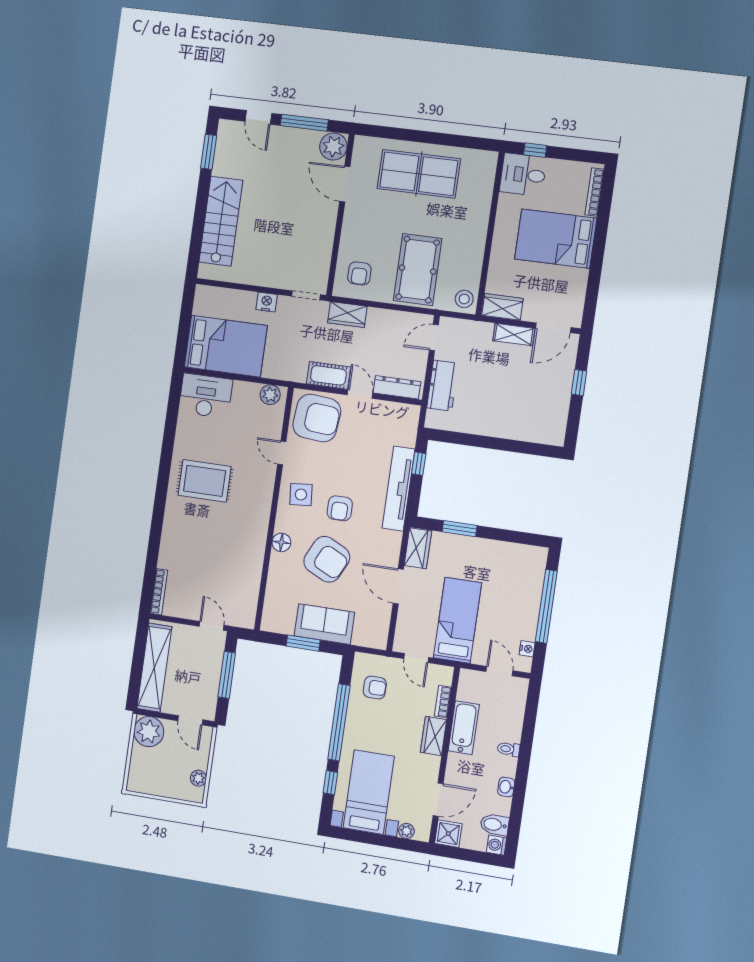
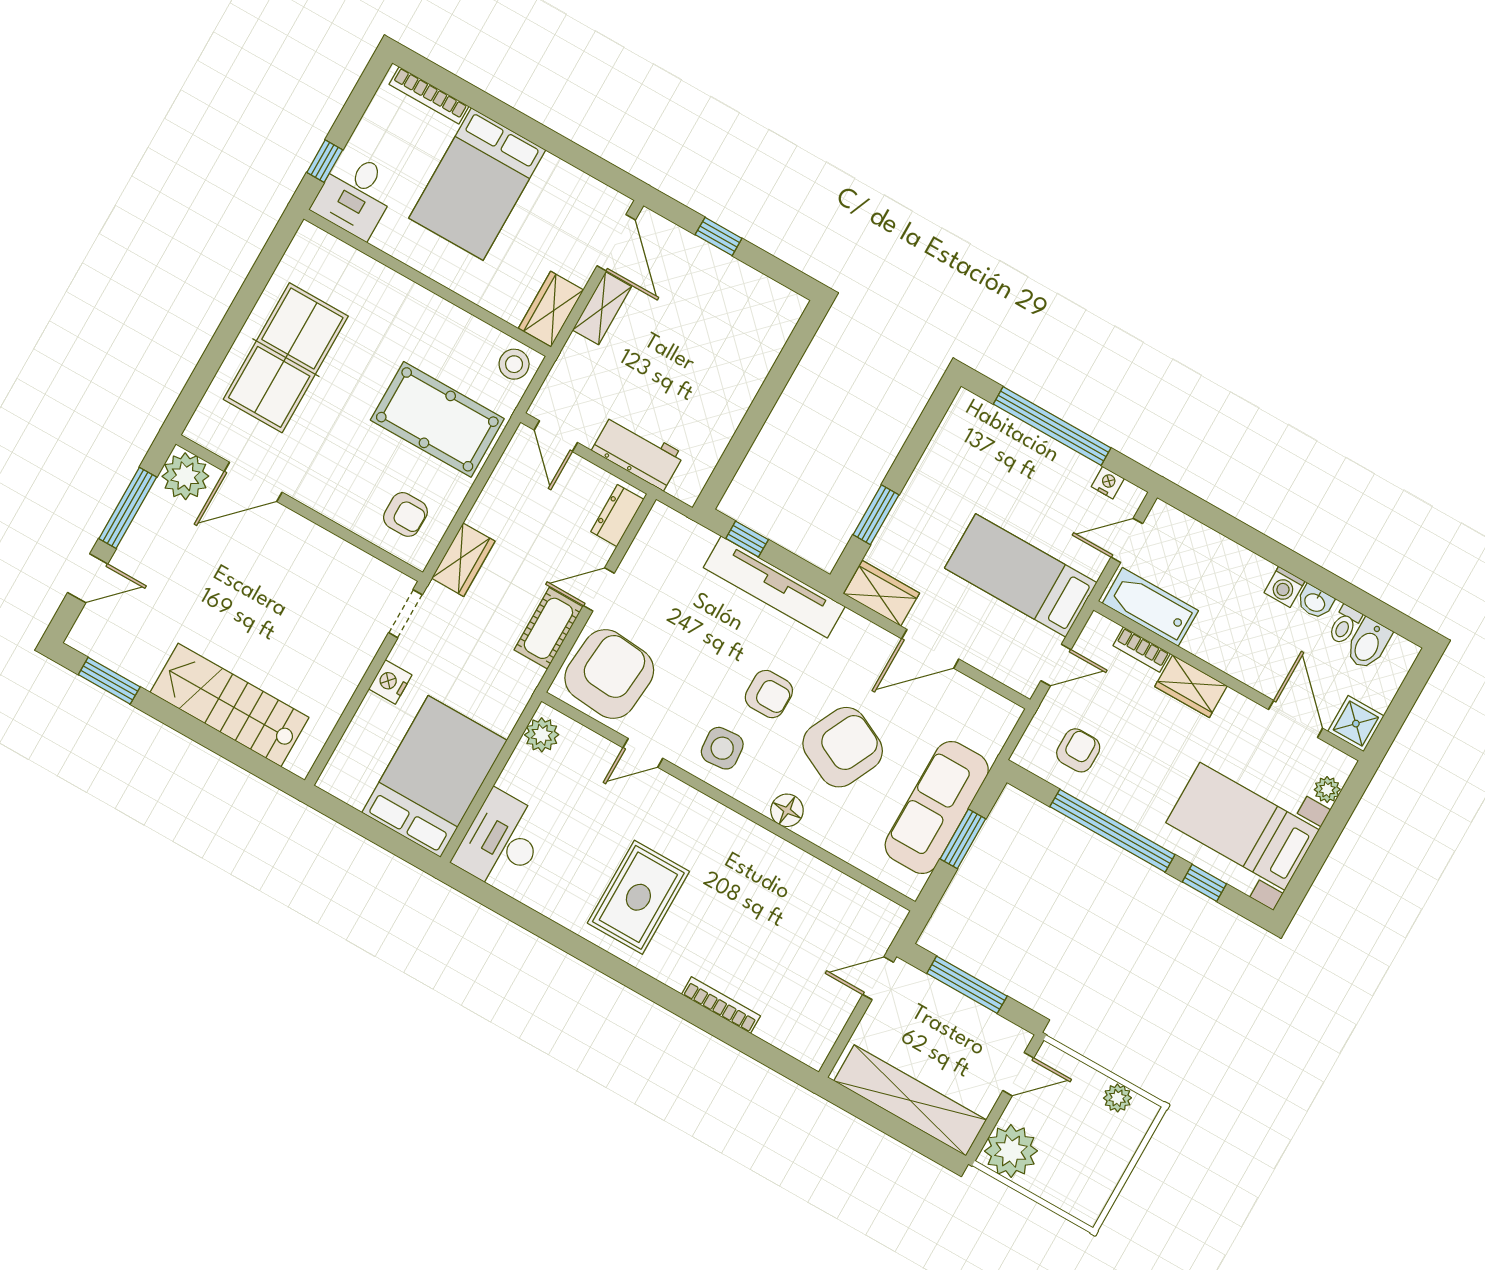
dresser: (397, 387) -> (617, 516), width x0.70
bookcase: (159, 592) -> (721, 1005), moved
sofa: (324, 624) -> (937, 807), width x1.36
bathtub: (464, 728) -> (1150, 607), moved
toilet: (509, 749) -> (1345, 625), moved
washing machine: (496, 845) -> (1284, 587), moved

